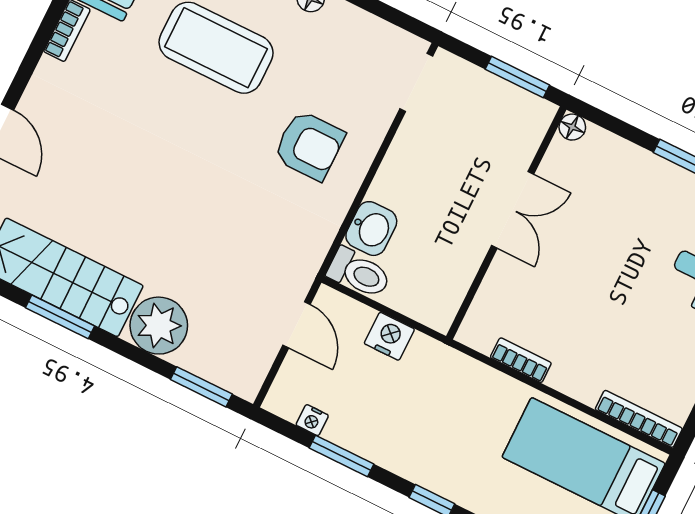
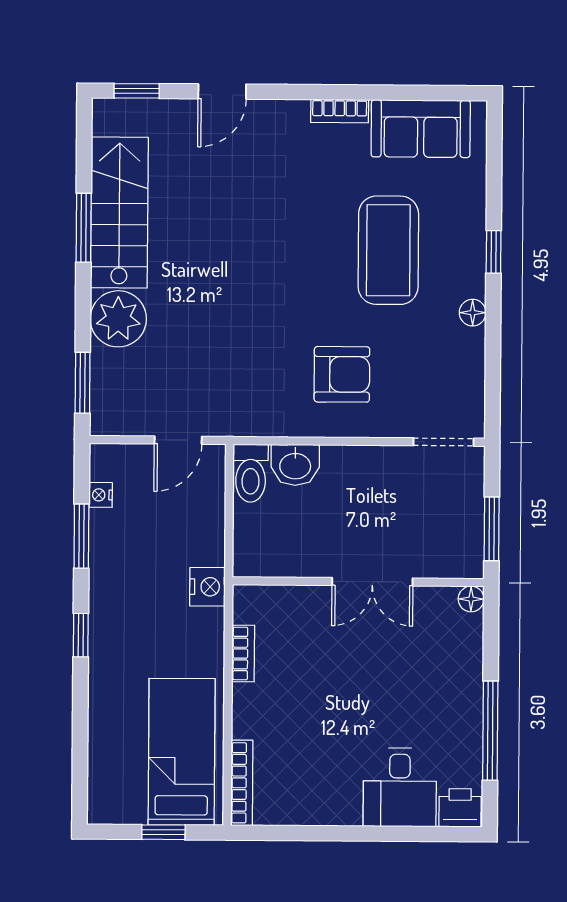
armchair: (309, 145) -> (342, 374), turned -90
nightstand: (389, 336) -> (207, 587), moved

